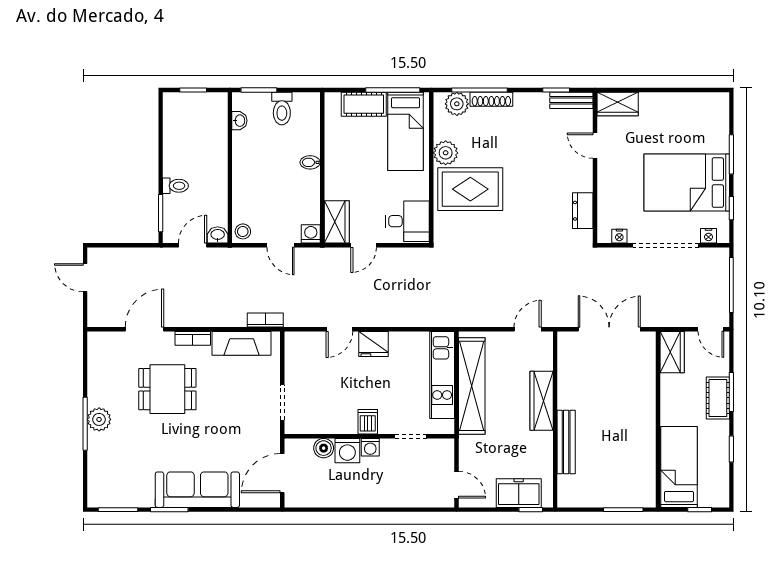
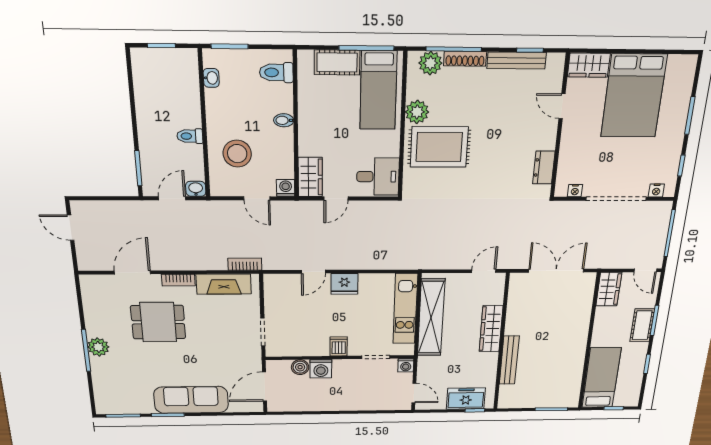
bench: (571, 100) -> (517, 61), moved, width x1.36
toilet: (282, 109) -> (276, 72), moved, turned 90
bed: (687, 183) -> (634, 96), moved, turned -90
toilet: (175, 186) -> (190, 136), moved, turned 180
stool: (243, 231) -> (237, 154), moved, width x1.89, depth x1.89
washing machine: (370, 447) -> (406, 365), moved

